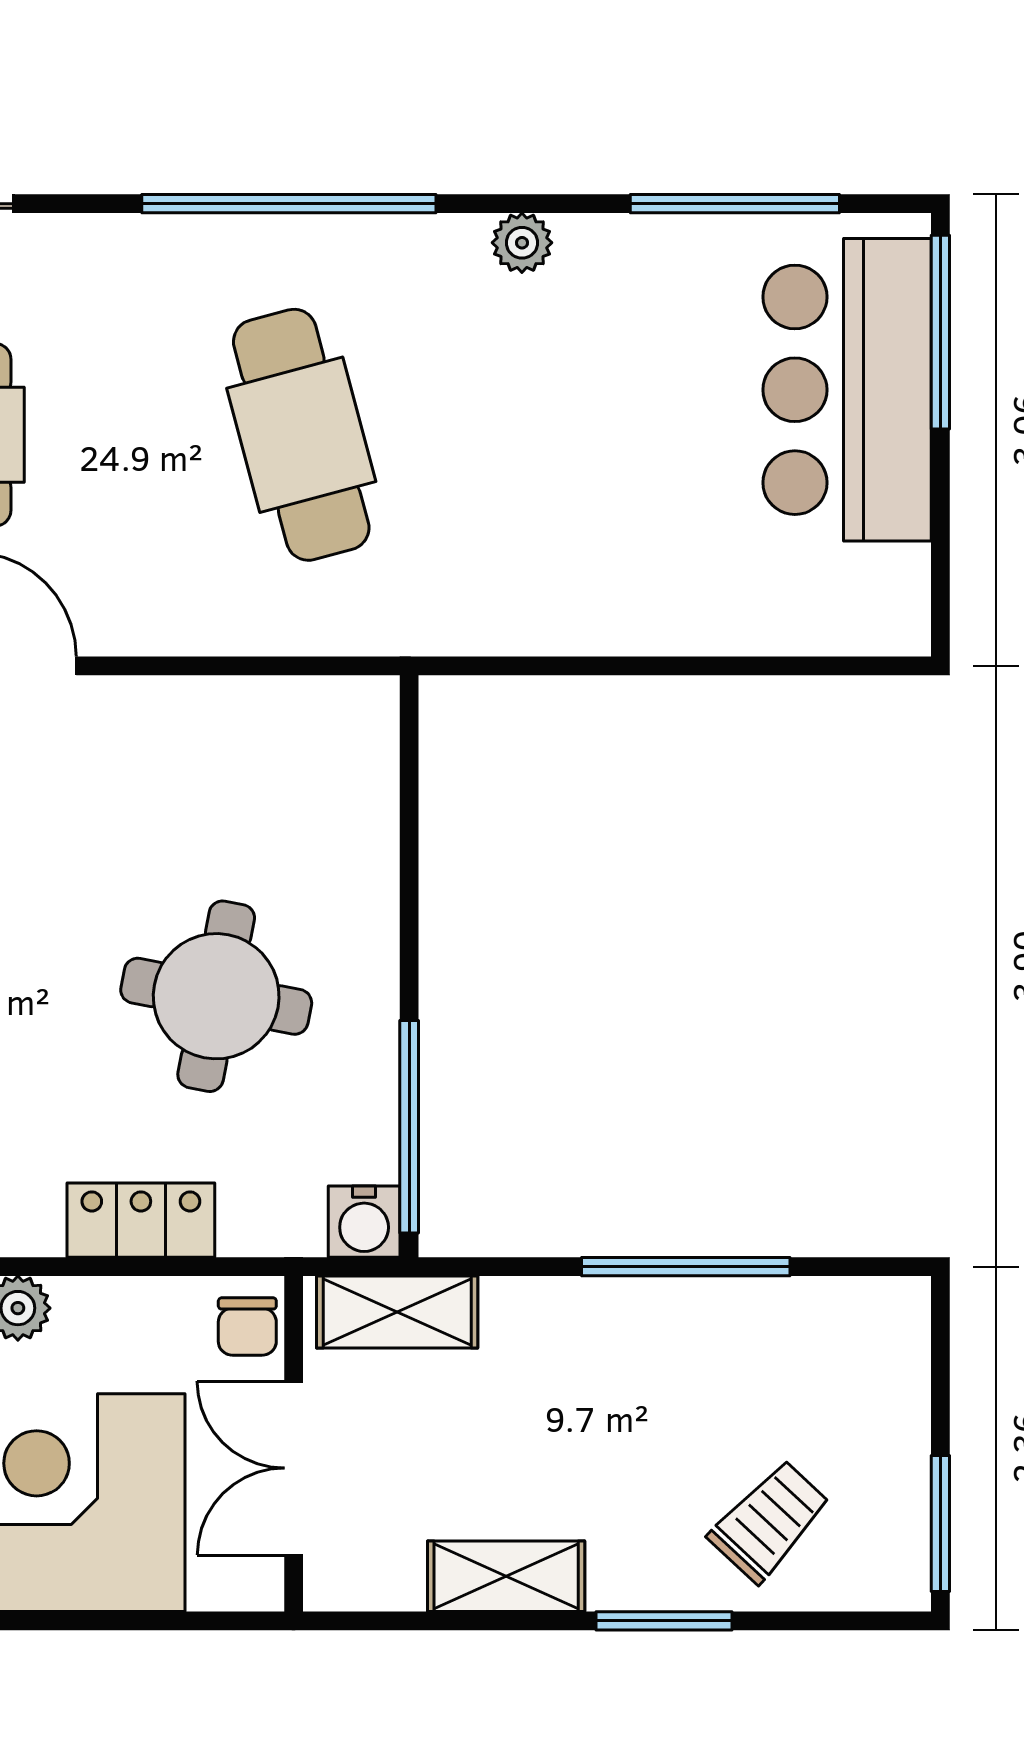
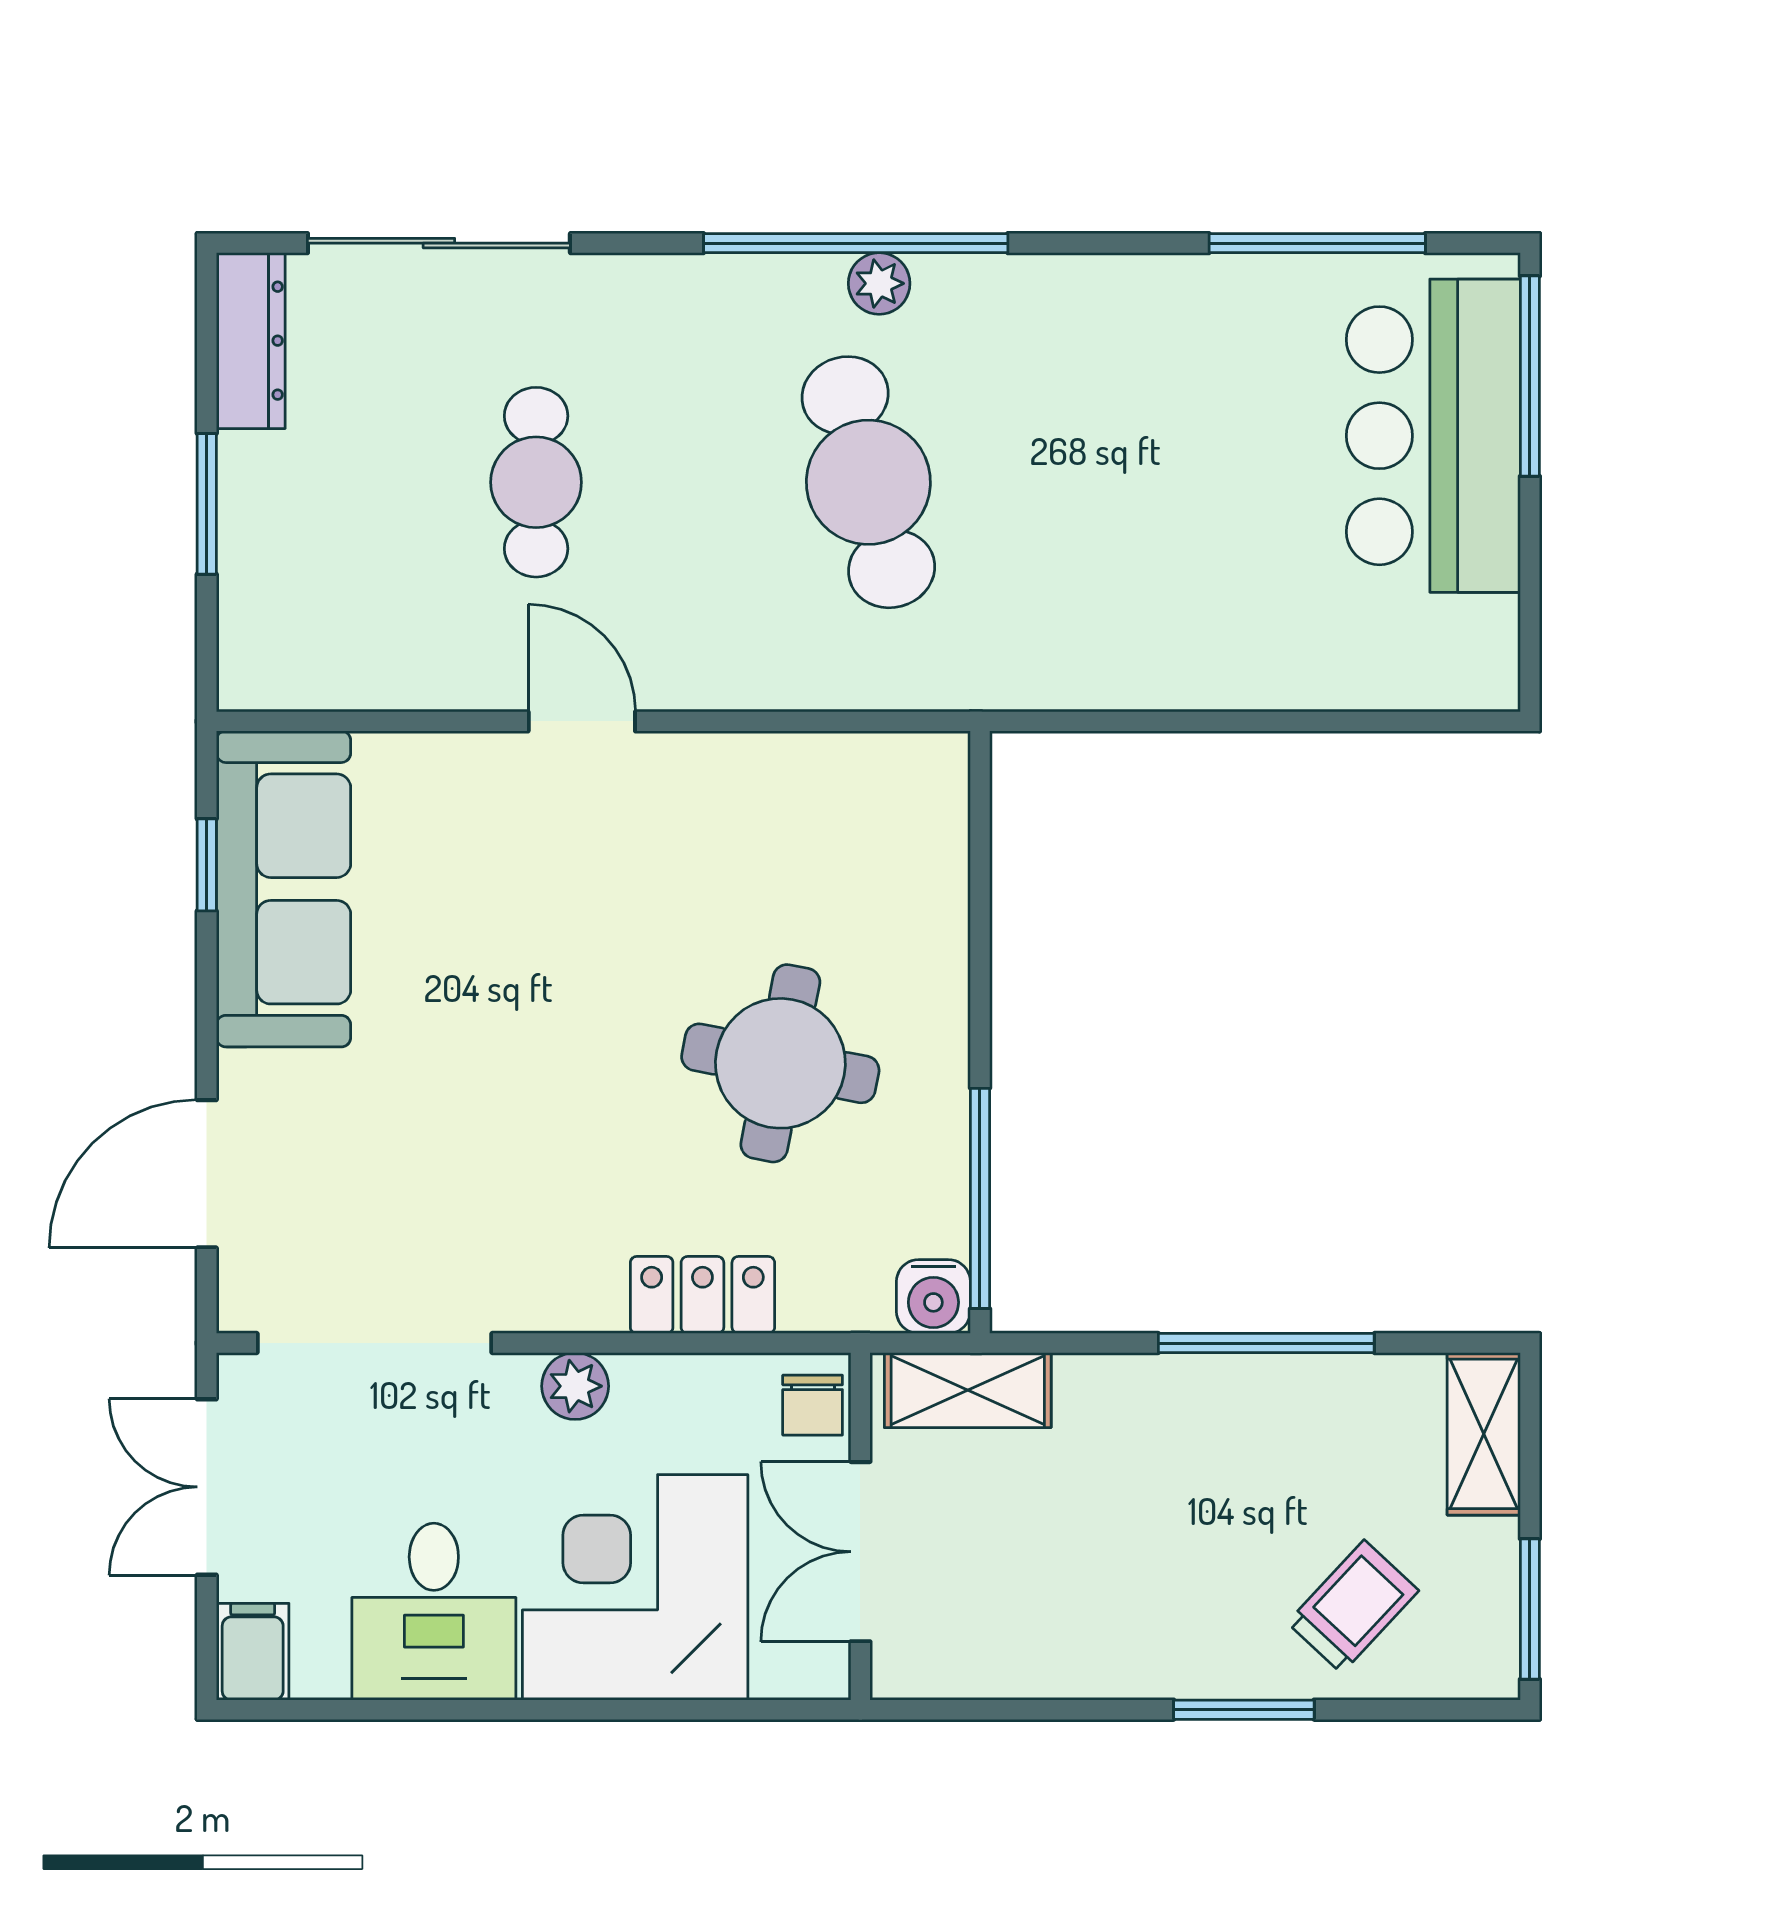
plant: (522, 243) -> (879, 283), moved
shelving: (506, 1576) -> (1484, 1434), moved, turned 90

